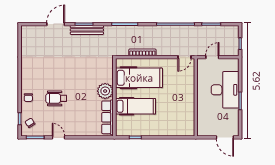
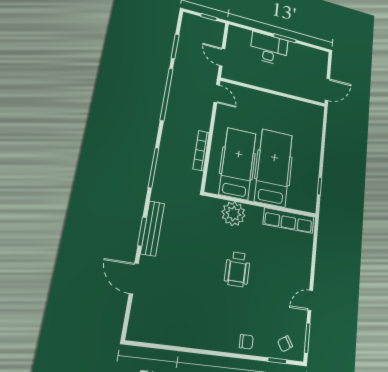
desk: (225, 90) -> (269, 49), width x0.73, depth x0.77
plant: (105, 91) -> (233, 214), moved
wheelchair: (56, 98) -> (237, 269), moved
hospital bed: (136, 106) -> (274, 168), width x1.37, depth x1.29
door: (225, 137) -> (327, 89), moved

